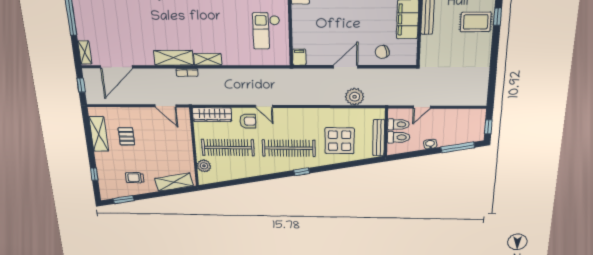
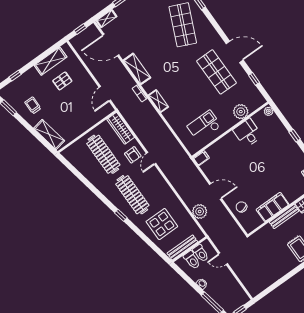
shelving: (173, 58) -> (137, 69), moved
plant: (204, 166) -> (77, 147), removed

